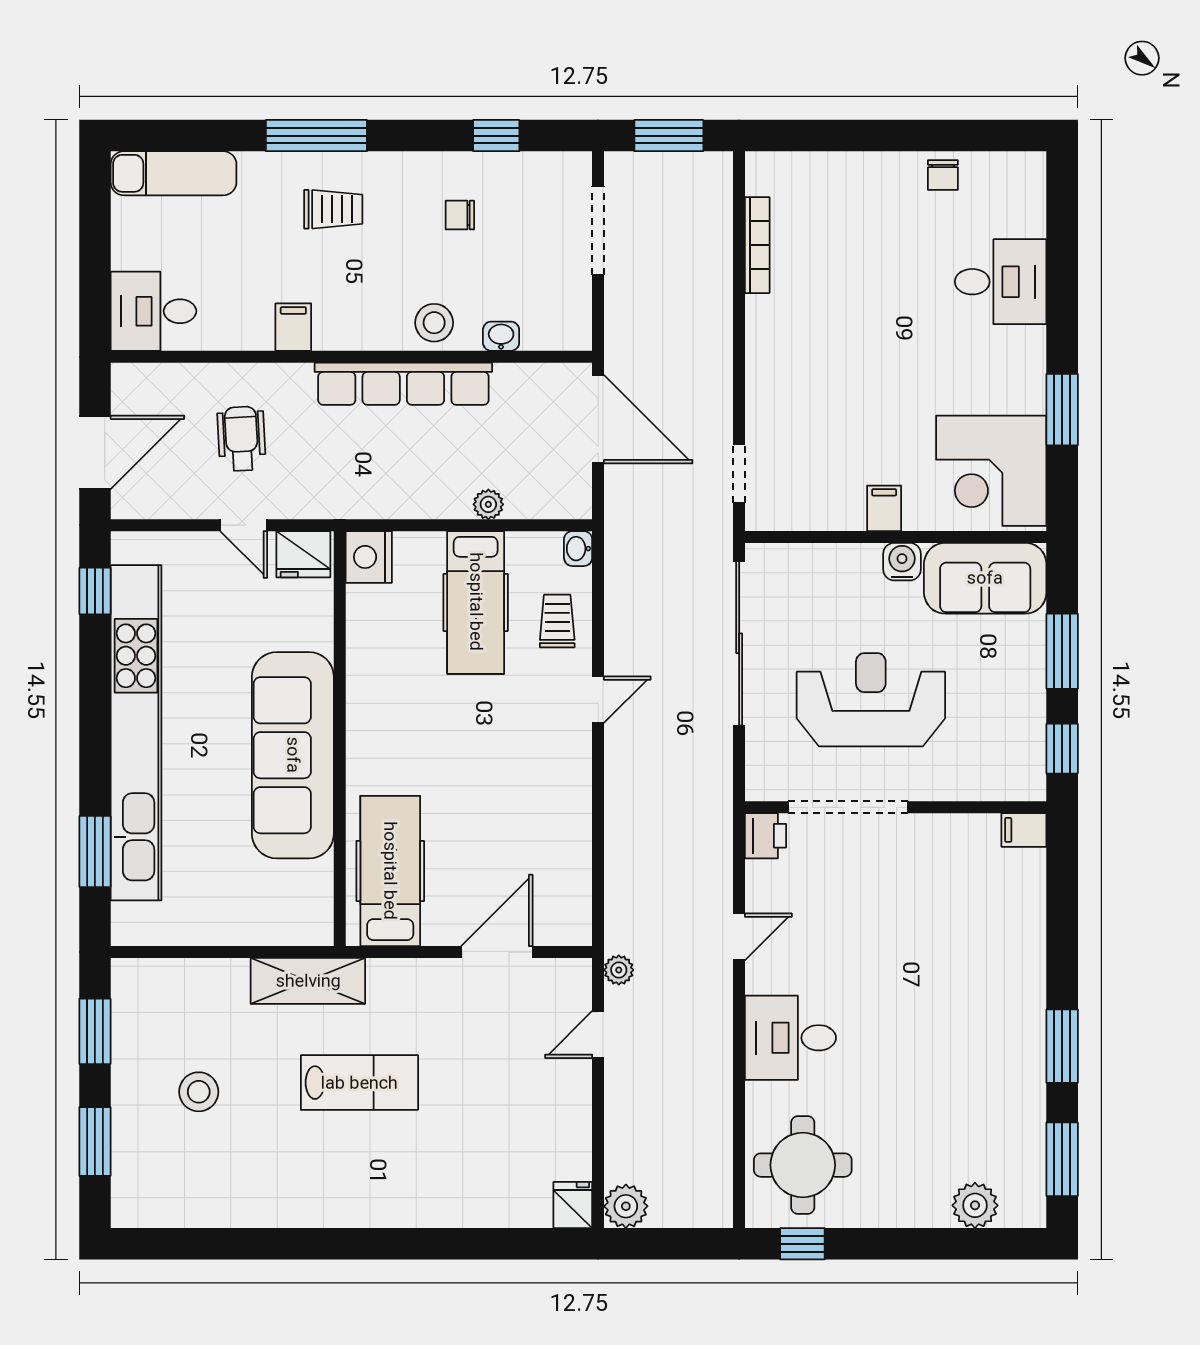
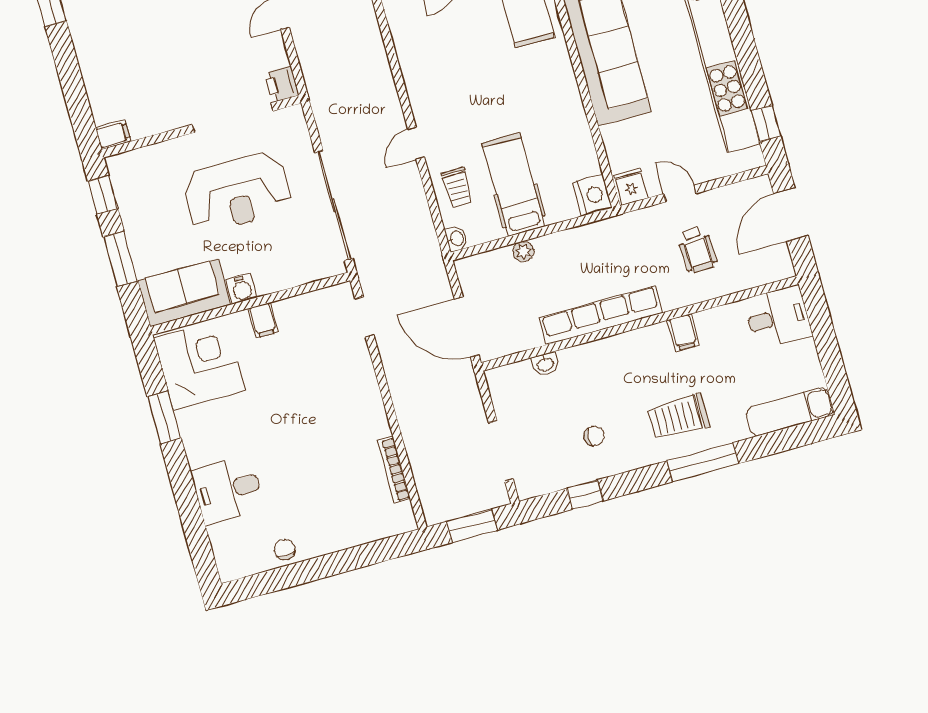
trolley: (333, 209) -> (678, 417), width x1.36, depth x1.39
stool: (434, 323) -> (592, 361), removed
fridge: (303, 554) -> (631, 187), width x0.72

